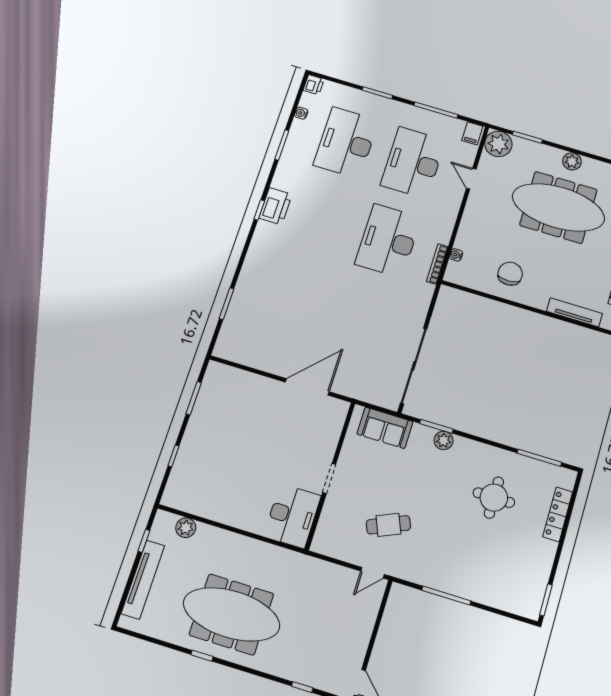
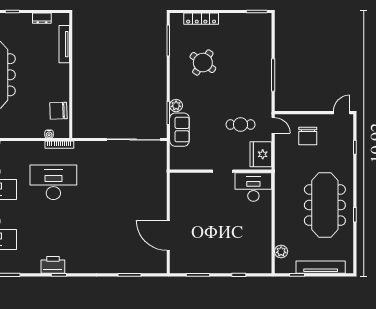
desk: (388, 241) -> (53, 182), turned 180
chair: (510, 274) -> (58, 111), moved
door: (307, 387) -> (168, 235), moved
sofa: (385, 428) -> (179, 130), moved
round table: (494, 498) -> (203, 63), turned 35
cafe table: (388, 525) -> (241, 125), turned -67
fridge: (336, 542) -> (261, 154), added
chair: (341, 620) -> (308, 136), added

